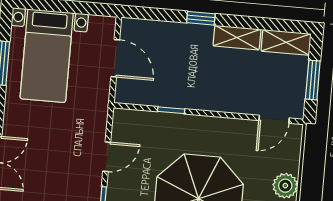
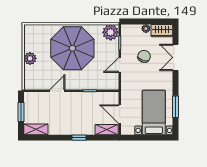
shelving: (237, 38) -> (107, 130), moved
door: (274, 119) -> (57, 91), moved
chair: (56, 170) -> (144, 56), added

